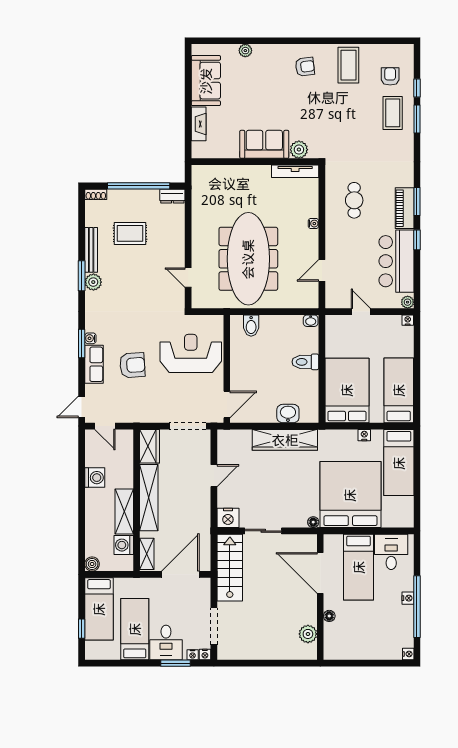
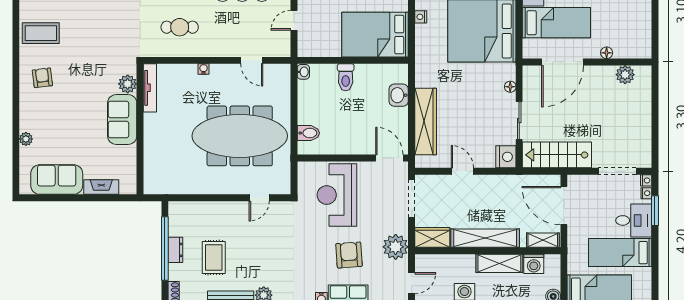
dresser: (172, 196) -> (175, 250), moved
plant: (140, 410) -> (396, 247), added
wardrobe: (285, 440) -> (426, 122), moved
floor lamp: (313, 522) -> (510, 87), moved

